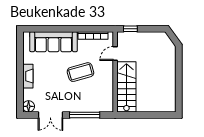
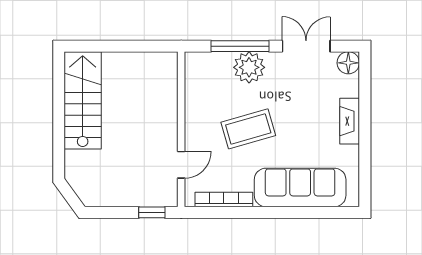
stairs: (126, 87) -> (83, 100), moved, turned 180
plant: (80, 104) -> (249, 67), added

